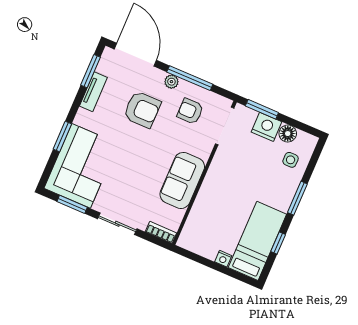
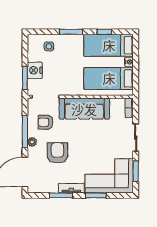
window: (91, 71) -> (61, 195), moved
tv unit: (93, 92) -> (71, 188), moved
armchair: (190, 111) -> (46, 122), turned 90
floor lamp: (288, 134) -> (33, 55), removed
sofa: (182, 180) -> (84, 109), width x1.36
bed: (213, 222) -> (109, 78), added

